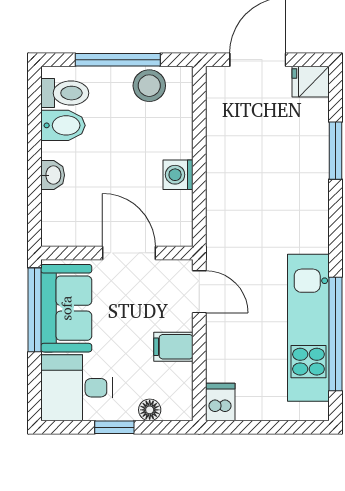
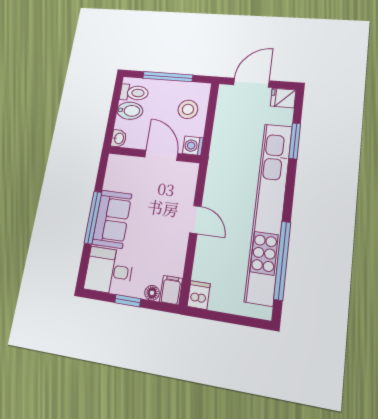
stool: (149, 86) -> (188, 109), moved
wall: (117, 253) -> (154, 155), moved
door: (129, 253) -> (161, 155), moved
kitchen unit: (308, 328) -> (269, 211), width x1.86
filing cabinet: (173, 347) -> (171, 290), moved, turned 90

